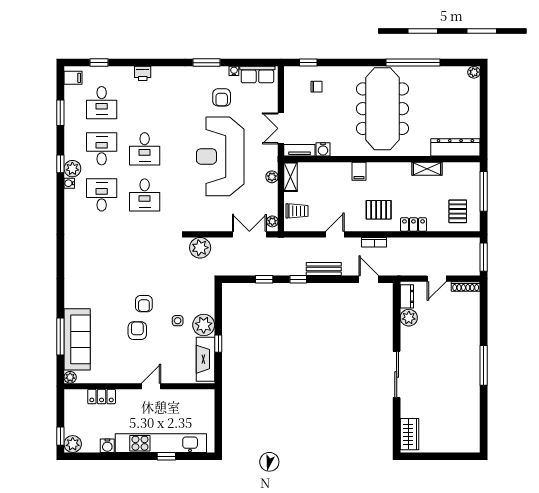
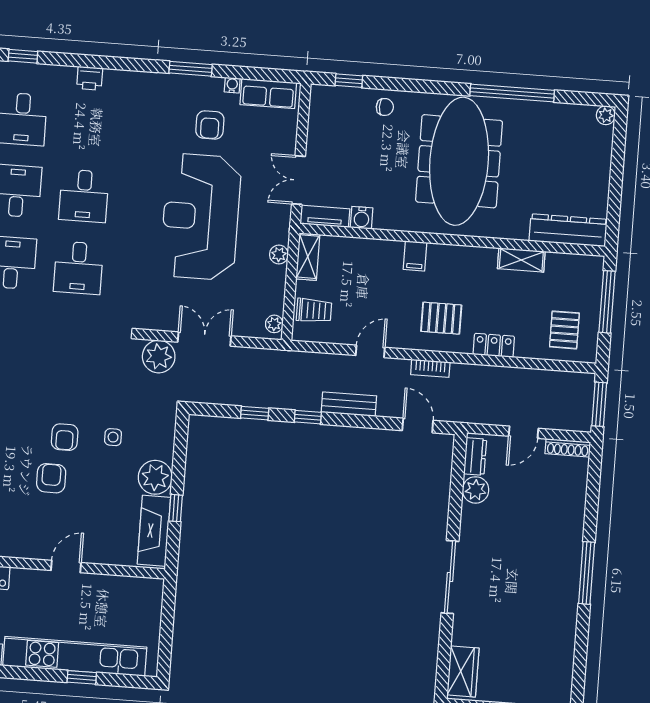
chair: (316, 87) -> (385, 107), moved
double door: (249, 234) -> (204, 339), moved
side table: (178, 321) -> (113, 437), moved

